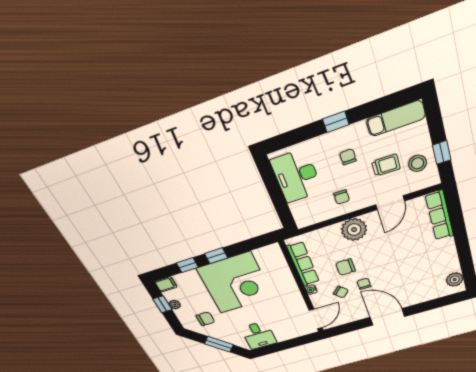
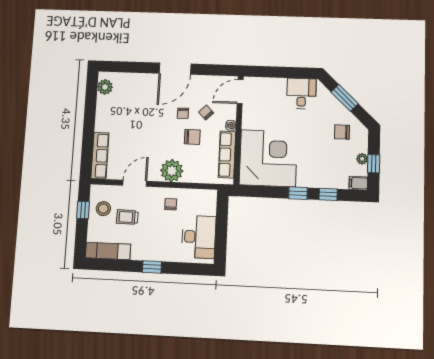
chair: (348, 157) -> (153, 236), removed
corner desk: (235, 283) -> (268, 158), moved, turned 90
door: (387, 317) -> (175, 69), hinge flipped

